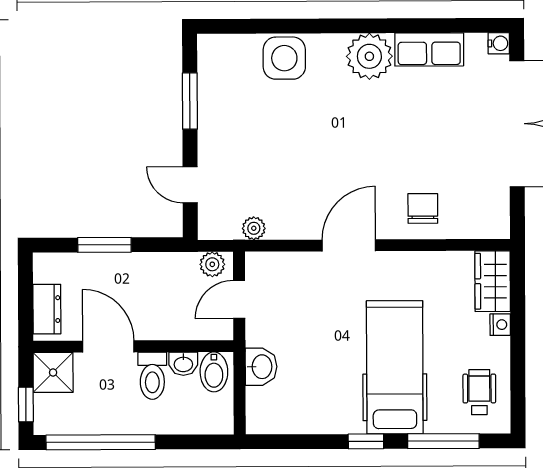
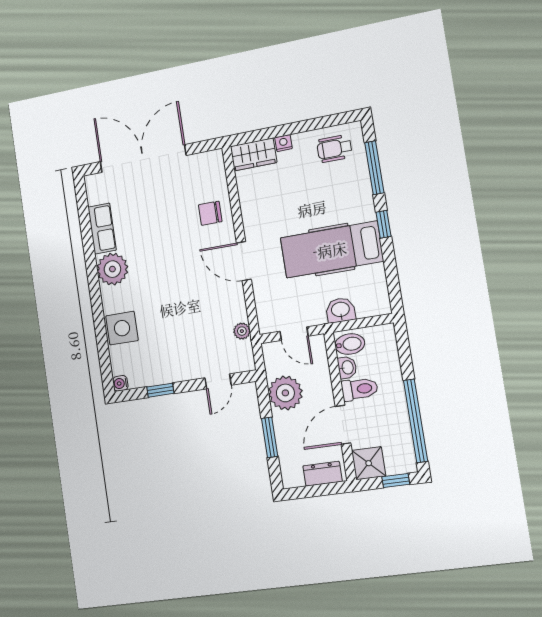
water cooler: (499, 43) -> (120, 383), moved, turned -90
window: (190, 101) -> (160, 390), width x0.67
plant: (212, 264) -> (285, 393), moved, width x1.88, depth x1.88
hospital bed: (395, 367) -> (332, 250), moved

